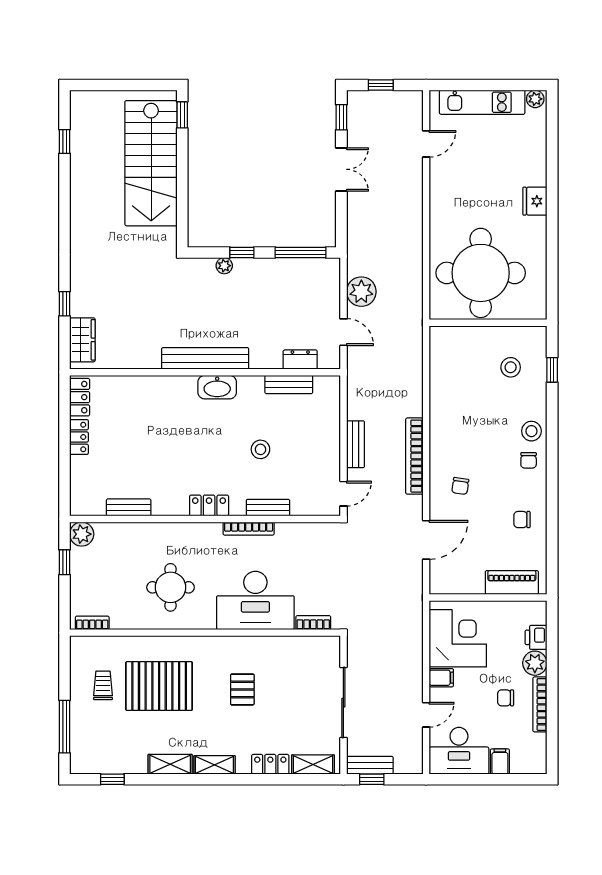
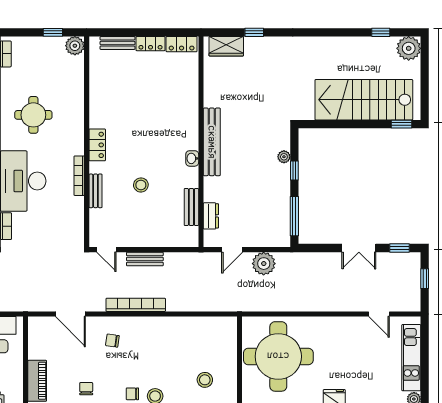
plant: (85, 106) -> (409, 48), added
washbasin: (217, 387) -> (192, 158), width x0.52, depth x0.69
bench: (129, 507) -> (118, 43), moved, turned 90

